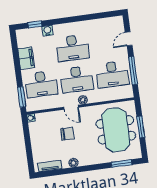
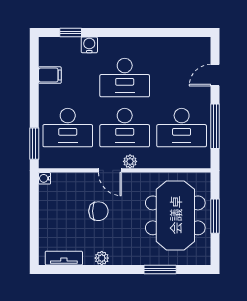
filing cabinet: (26, 58) -> (50, 75), width x0.50
window: (122, 163) -> (160, 270), moved

